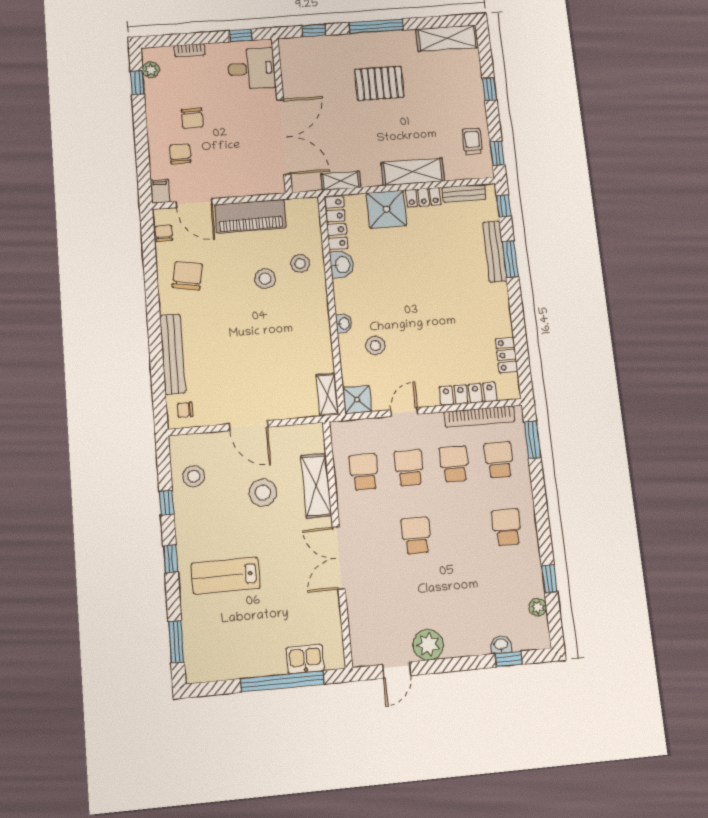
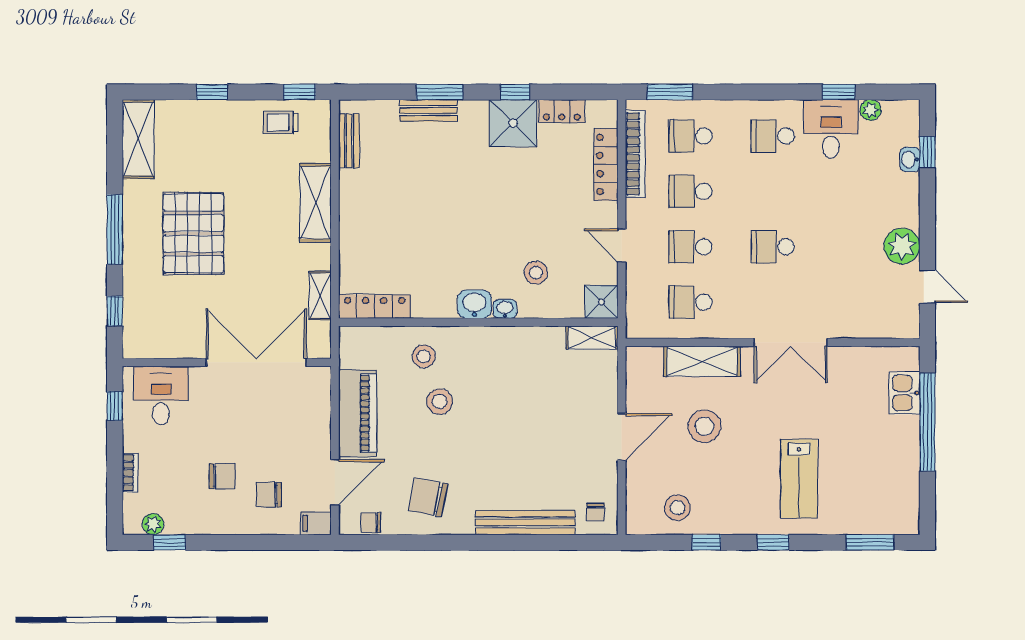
pallet: (379, 83) -> (193, 233), width x1.37, depth x1.41
locker: (423, 197) -> (350, 193), removed
window: (504, 206) -> (515, 92), moved
shower: (386, 209) -> (513, 123), moved
bench: (495, 252) -> (428, 111), width x0.73
washbasin: (342, 265) -> (474, 304), moved
desk: (518, 575) -> (831, 129), added

